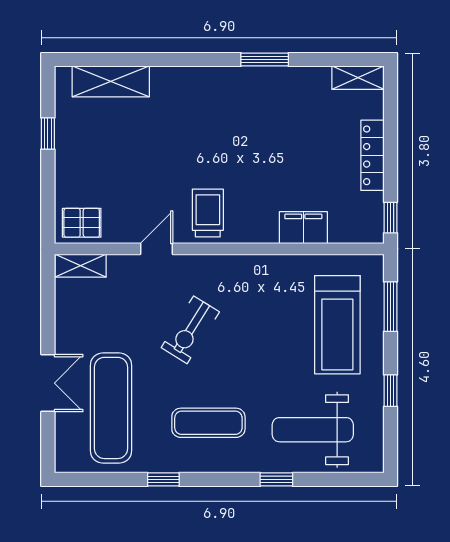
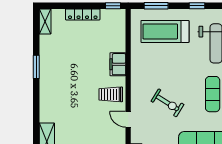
filing cabinet: (303, 228) -> (118, 64), moved
treadmill: (337, 325) -> (165, 31), turned 180

